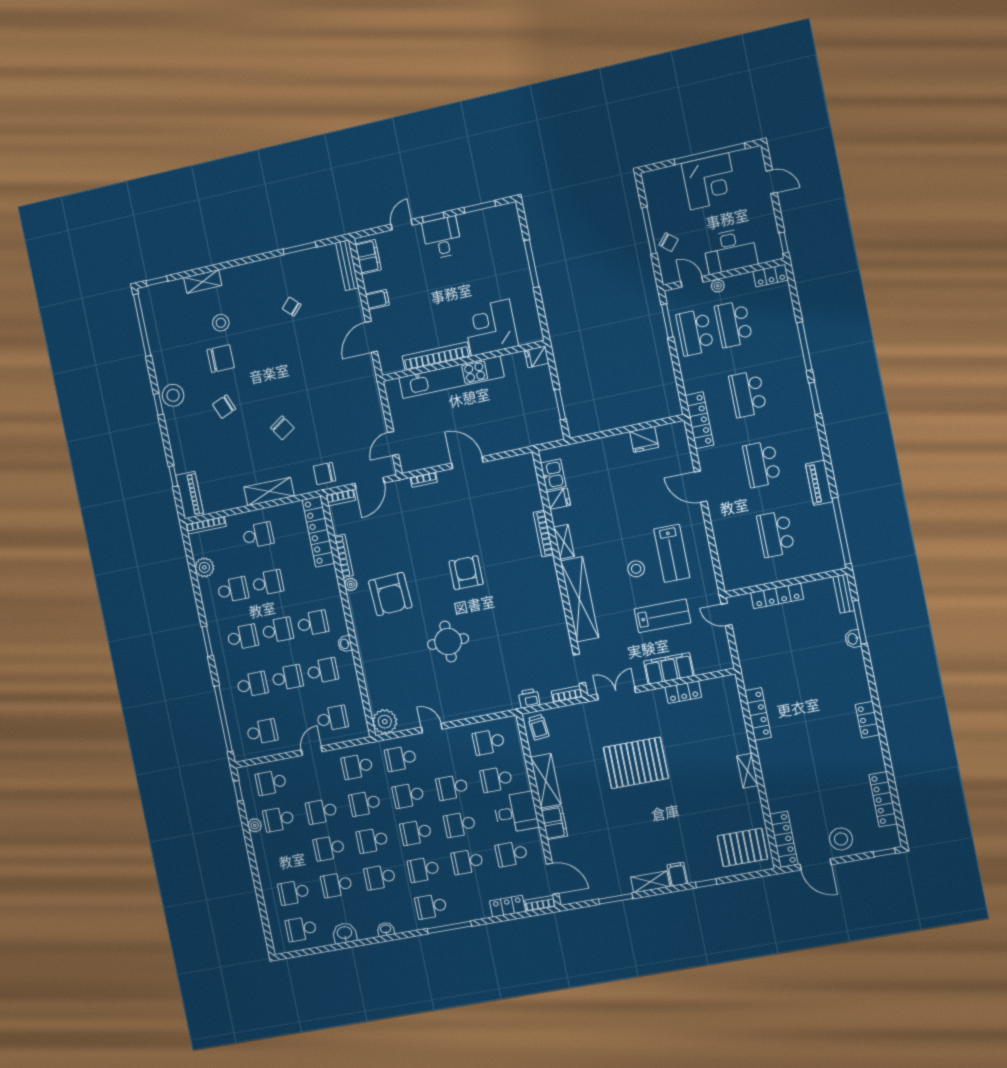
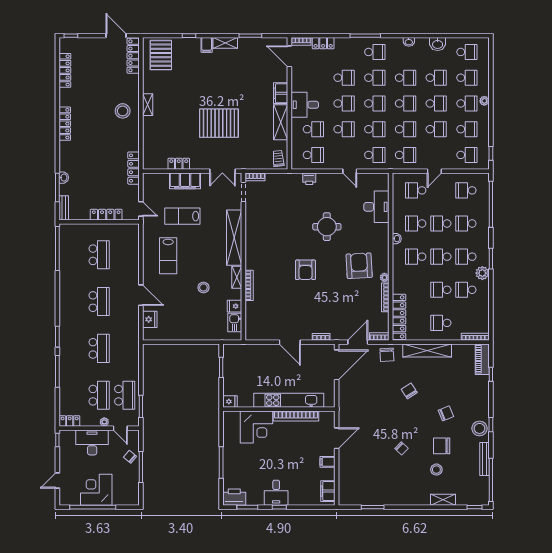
door: (772, 182) -> (57, 481), hinge flipped
printer: (502, 217) -> (234, 497), added
door: (402, 225) -> (301, 507), removed
bench: (347, 265) -> (484, 459), moved
chair: (292, 307) -> (401, 448), moved
locker: (699, 420) -> (133, 338), removed
fridge: (644, 439) -> (150, 319), moved, turned 90
door: (393, 443) -> (337, 365), width x1.87
chair: (324, 473) -> (387, 355), turned 87
piano: (819, 483) -> (65, 282), removed
shelving: (269, 492) -> (427, 350), width x1.47
lab bench: (672, 553) -> (168, 256), turned 180
plant: (204, 567) -> (482, 273), moved
stool: (636, 569) -> (203, 287), moved
desk: (383, 684) -> (376, 207), added
printer: (529, 698) -> (309, 179), moved
locker: (758, 714) -> (134, 168), moved
locker: (867, 720) -> (65, 124), width x1.53
plant: (385, 722) -> (380, 181), removed
plant: (255, 825) -> (484, 101), moved
stool: (841, 839) -> (123, 111), moved
pallet: (742, 847) -> (161, 55), turned 90
school desk: (511, 854) -> (467, 103), moved

